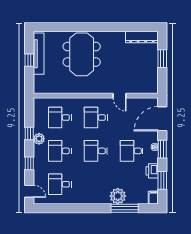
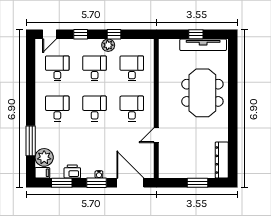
meeting table: (82, 54) -> (202, 93), turned 90
desk: (132, 151) -> (57, 109), moved
plant: (118, 196) -> (44, 157), moved

